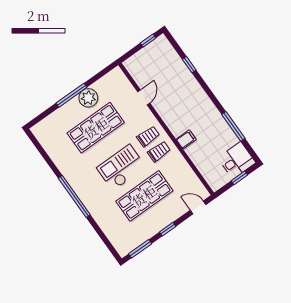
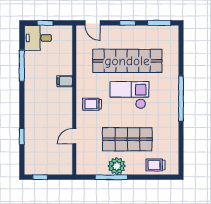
window: (71, 95) -> (111, 177), moved
trolley: (159, 152) -> (155, 165), moved
checkout: (121, 167) -> (129, 95), turned 180
shop shelf: (144, 196) -> (127, 61), width x1.40

